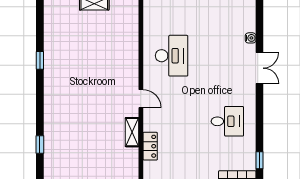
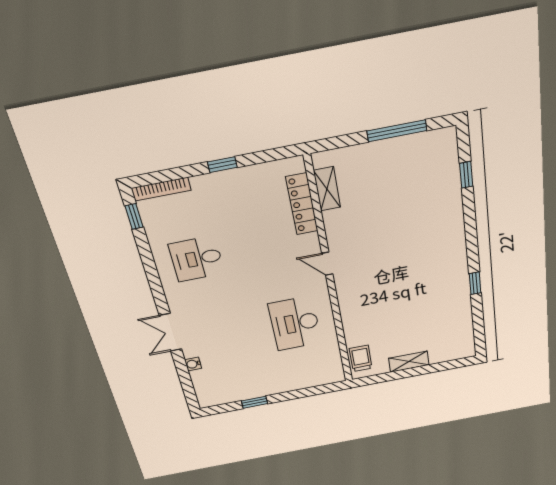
trolley: (129, 15) -> (361, 358), added
shelving: (132, 132) -> (327, 189), moved
locker: (150, 146) -> (302, 204), width x1.53

